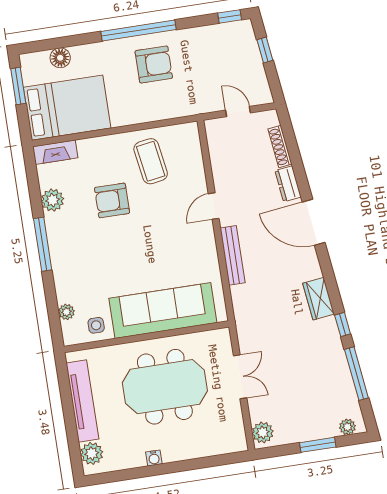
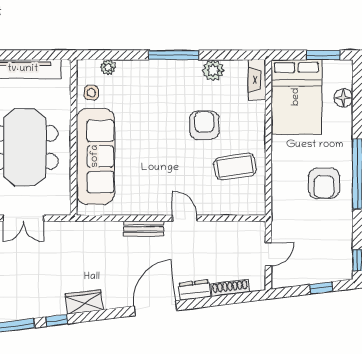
bench: (233, 255) -> (144, 229), width x0.73

